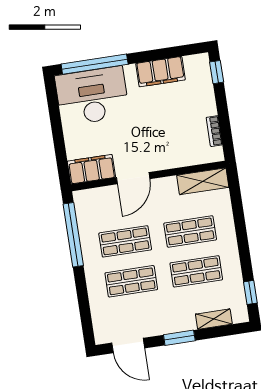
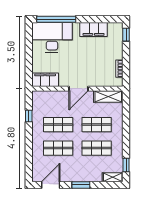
door: (133, 178) -> (79, 89), moved
window: (73, 235) -> (29, 116), width x0.32
shelving: (214, 319) -> (113, 177), moved
door: (128, 346) -> (51, 185), swing flipped

